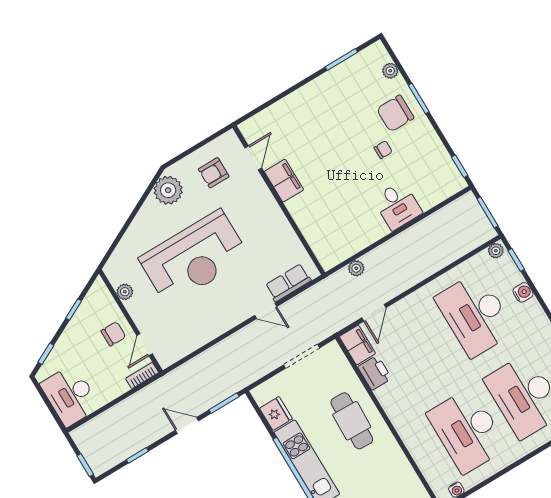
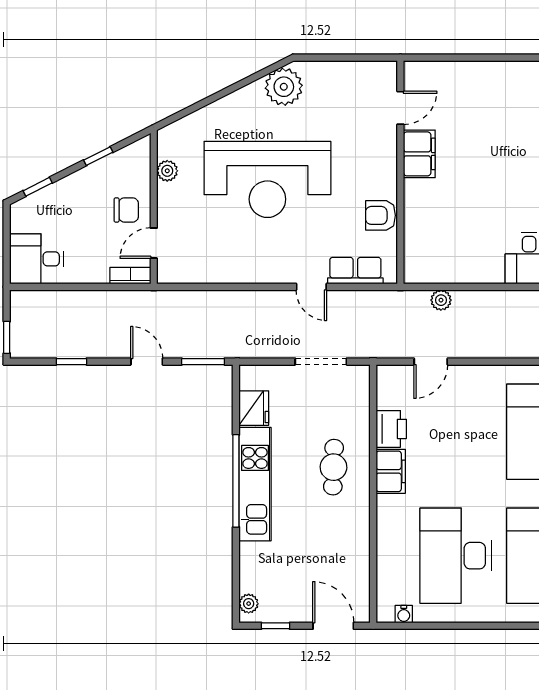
armchair: (214, 173) -> (380, 215), moved
filing cabinet: (357, 345) -> (391, 471), moved
desk: (70, 395) -> (37, 259), width x0.73
cafe table: (352, 421) -> (333, 467), width x0.73, depth x0.74

